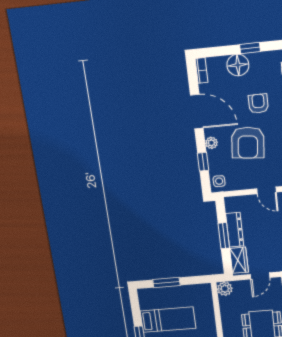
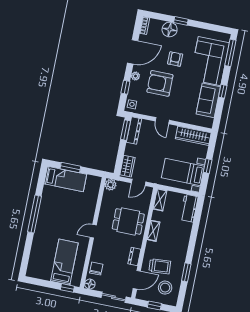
door: (197, 112) -> (133, 52), hinge flipped
armchair: (248, 143) -> (160, 83), turned 85
dresser: (235, 230) -> (134, 131), moved
window: (224, 236) -> (126, 130), moved
bed: (168, 320) -> (65, 179), moved

